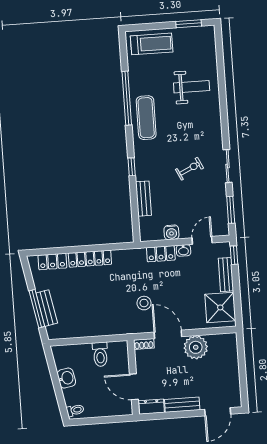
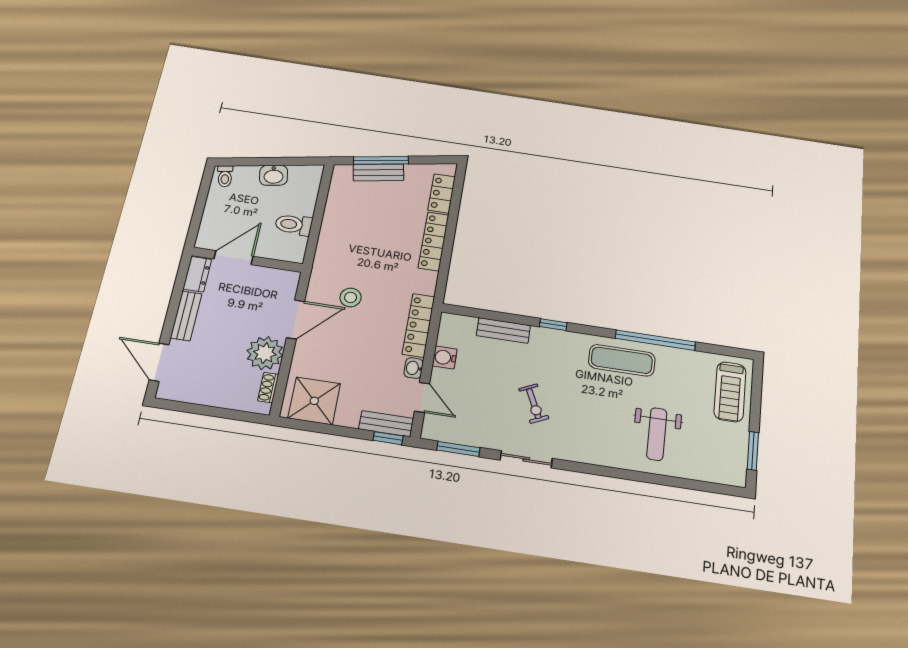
locker: (161, 254) -> (418, 325), width x1.53
bench: (226, 275) -> (386, 424), moved
shoe rack: (144, 344) -> (268, 388), moved

